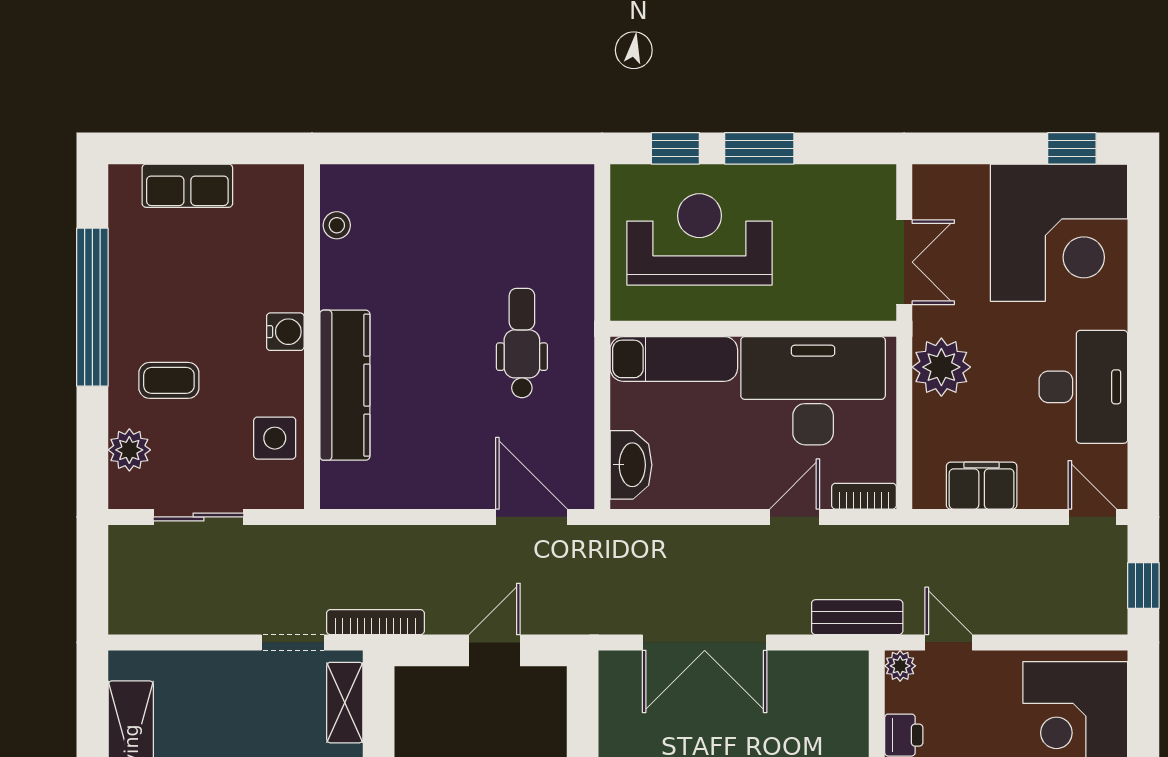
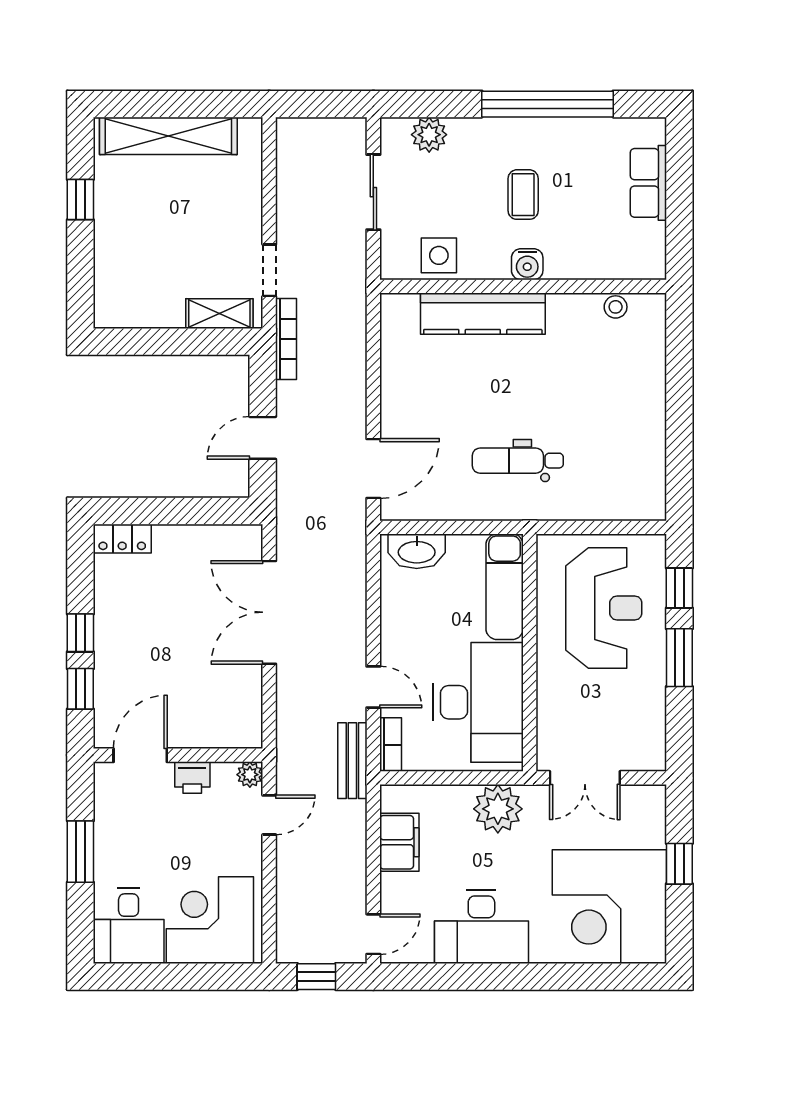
window: (1072, 148) -> (679, 864), moved
dental chair: (522, 343) -> (518, 461), turned 180
coffee table: (169, 380) -> (523, 195), moved
bench: (857, 617) -> (352, 761), moved
door: (494, 650) -> (263, 438), swing flipped

